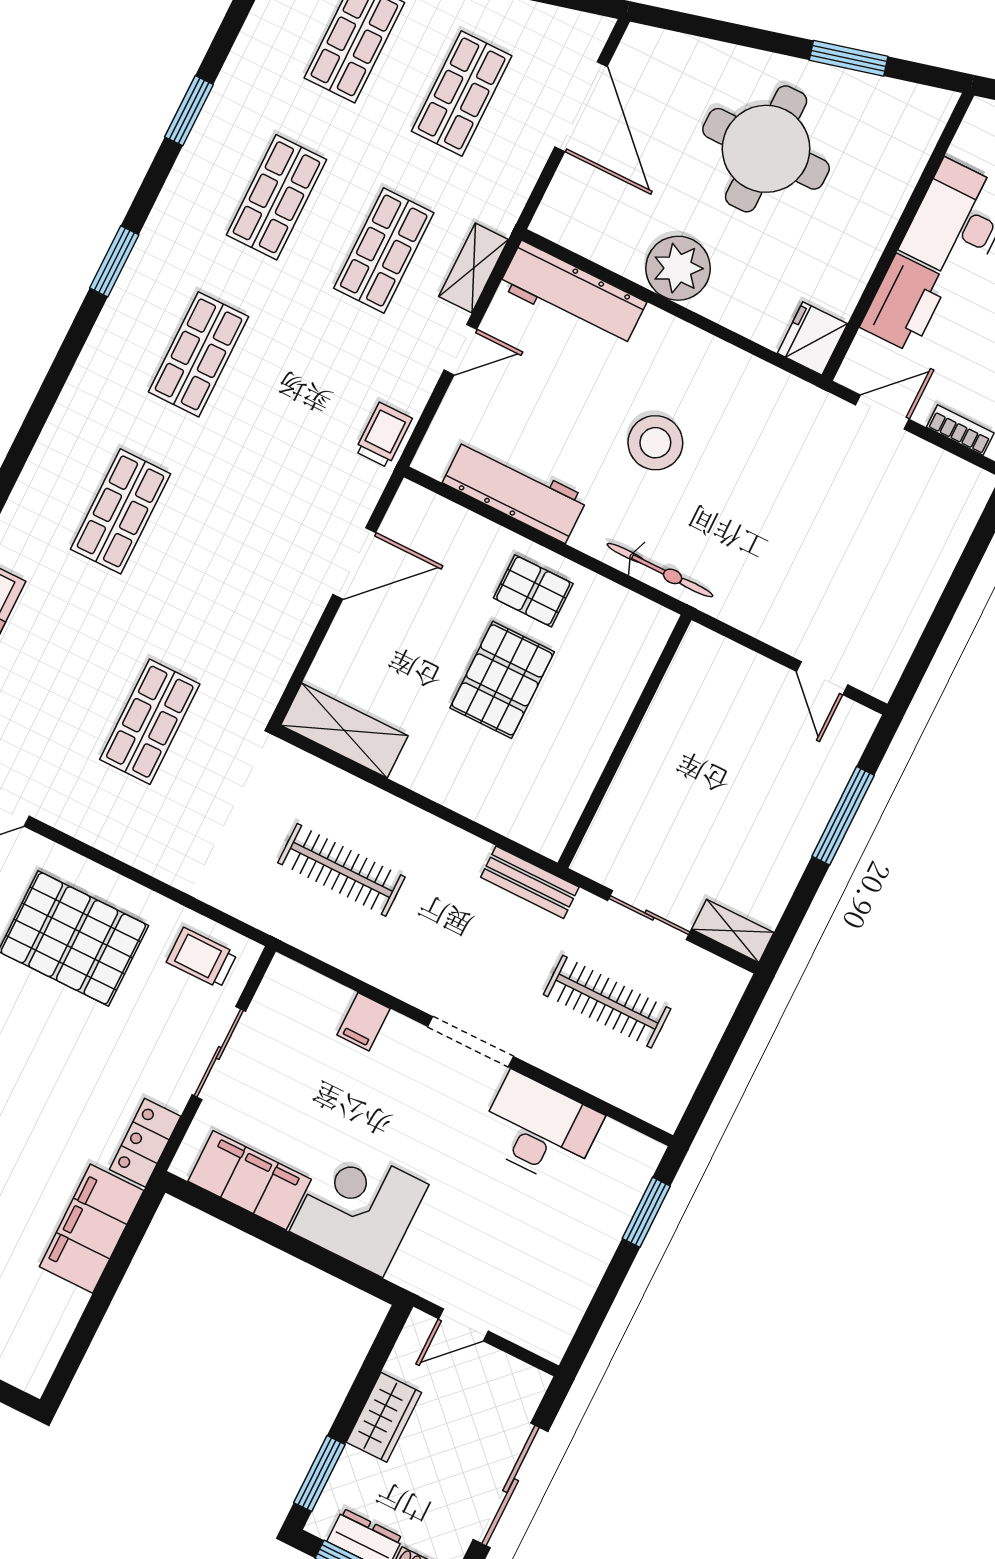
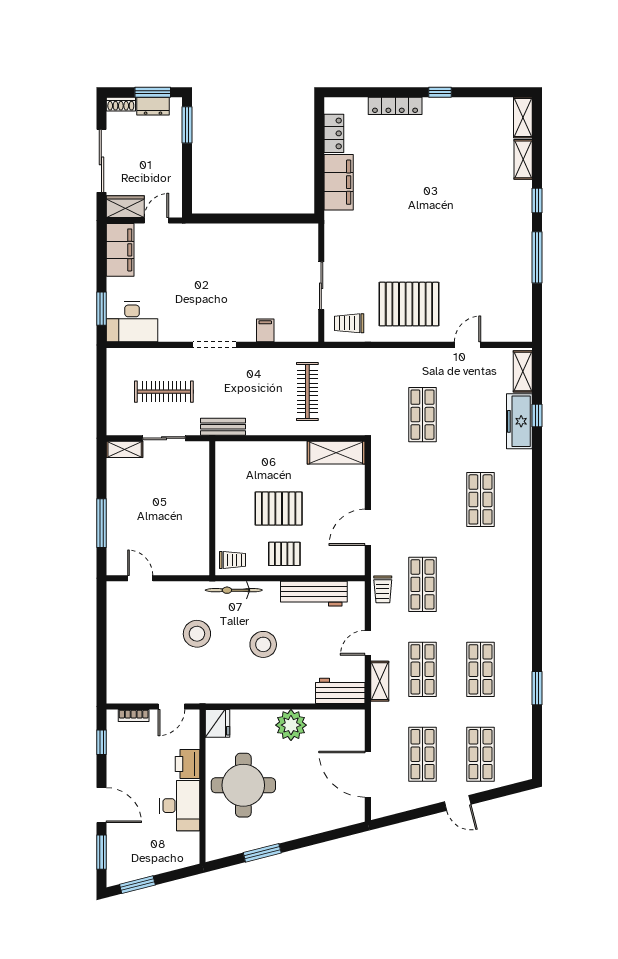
round table: (766, 149) -> (243, 785), moved
window: (114, 261) -> (537, 607), removed
workbench: (573, 295) -> (340, 691), width x0.73
printer: (905, 303) -> (188, 764), width x0.73, depth x0.84
shop shelf: (198, 354) -> (422, 584), moved
stool: (768, 523) -> (197, 634), added
trolley: (634, 627) -> (233, 560), added
pallet: (502, 680) -> (279, 509), turned 90
clothes rail: (341, 870) -> (307, 392), turned 90
trolley: (202, 958) -> (349, 323), turned 180
desk: (540, 1129) -> (132, 322), moved
locker: (145, 1143) -> (334, 133), moved
filing cabinet: (250, 1180) -> (120, 250), moved, turned -90
corner desk: (359, 1208) -> (227, 249), removed
wardrobe: (384, 1417) -> (125, 207), moved, turned 90

